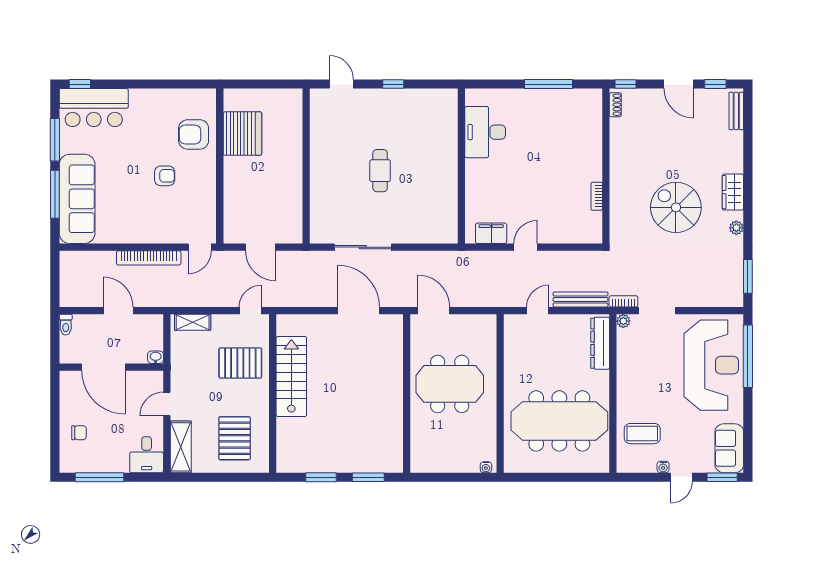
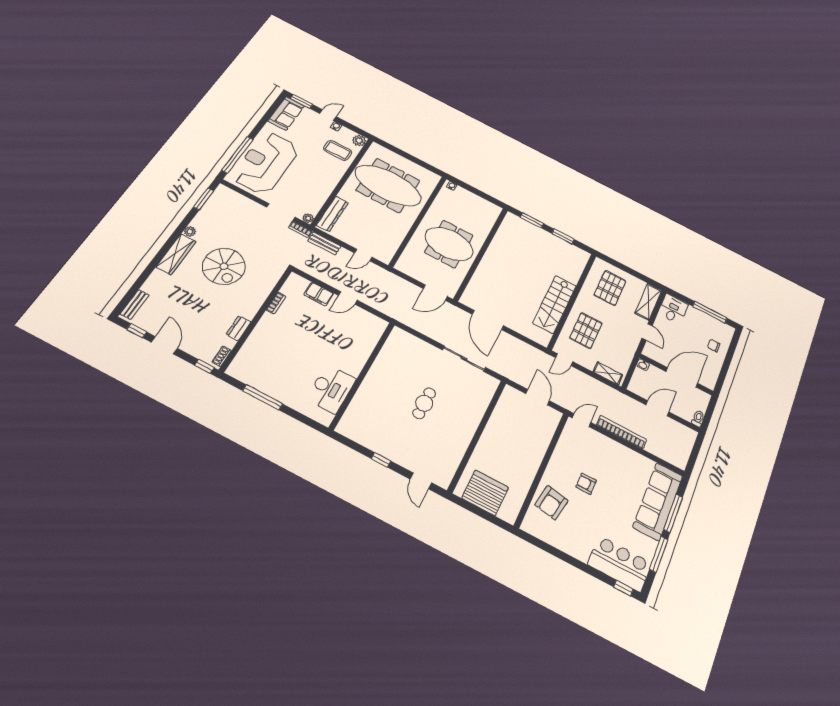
armchair: (194, 134) -> (551, 503), turned 100
server rack: (242, 134) -> (485, 493), moved, turned 90
dresser: (618, 145) -> (239, 328), added
wardrobe: (733, 192) -> (176, 254), width x1.50
filing cabinet: (491, 233) -> (319, 294), moved
bench: (581, 299) -> (324, 243), width x0.73
door: (118, 311) -> (657, 408), swing flipped
door: (434, 311) -> (435, 293), hinge flipped
pallet: (240, 363) -> (586, 331), turned 90
door: (103, 367) -> (682, 377), hinge flipped
door: (167, 404) -> (647, 332), hinge flipped
plant: (626, 464) -> (359, 141), added

